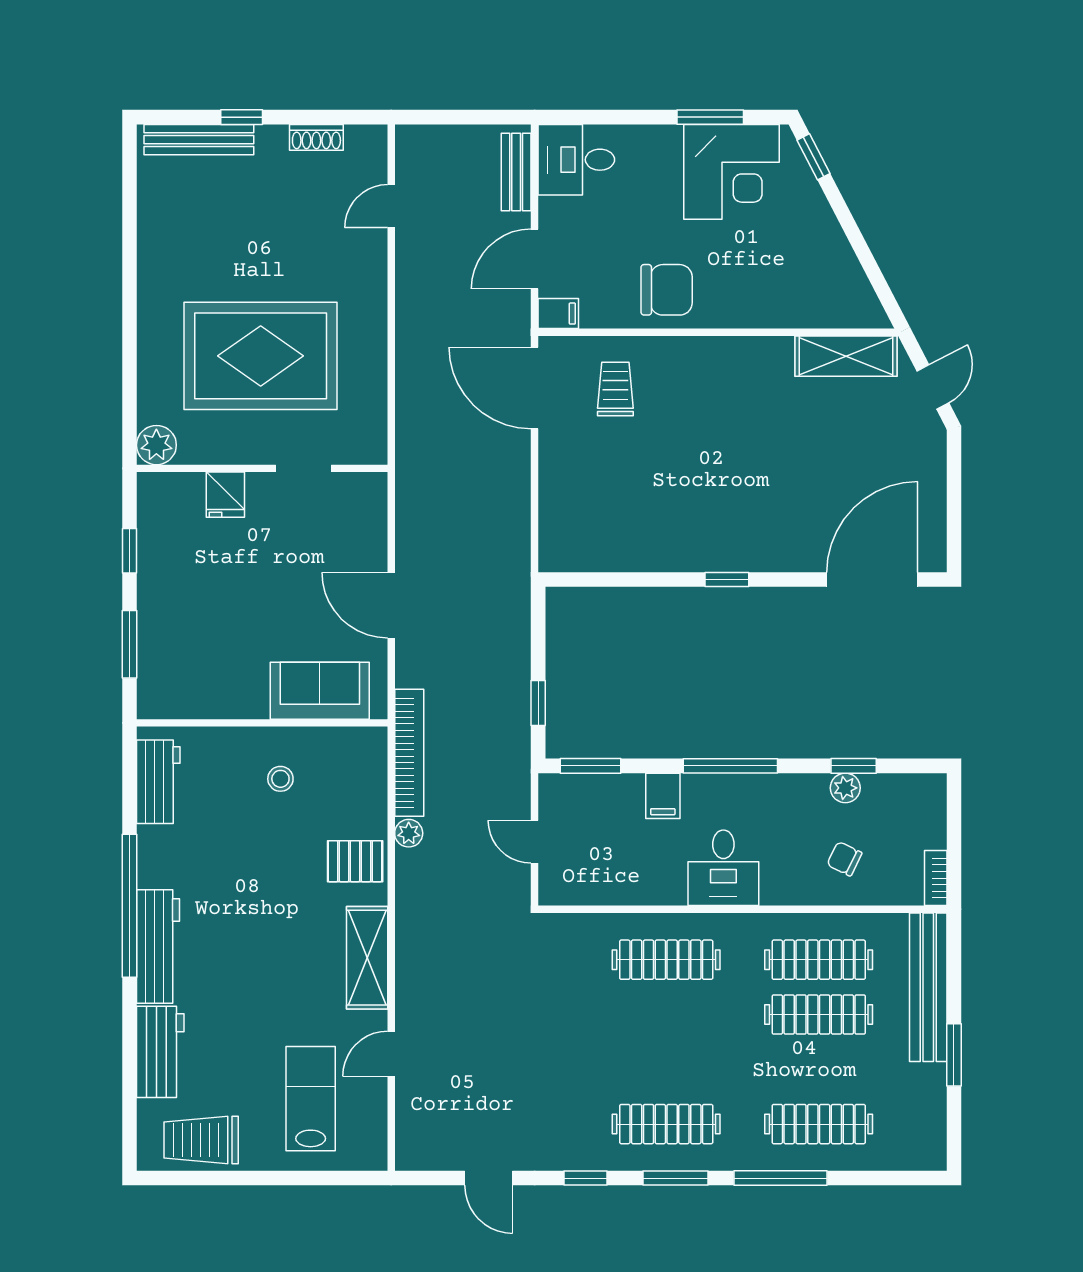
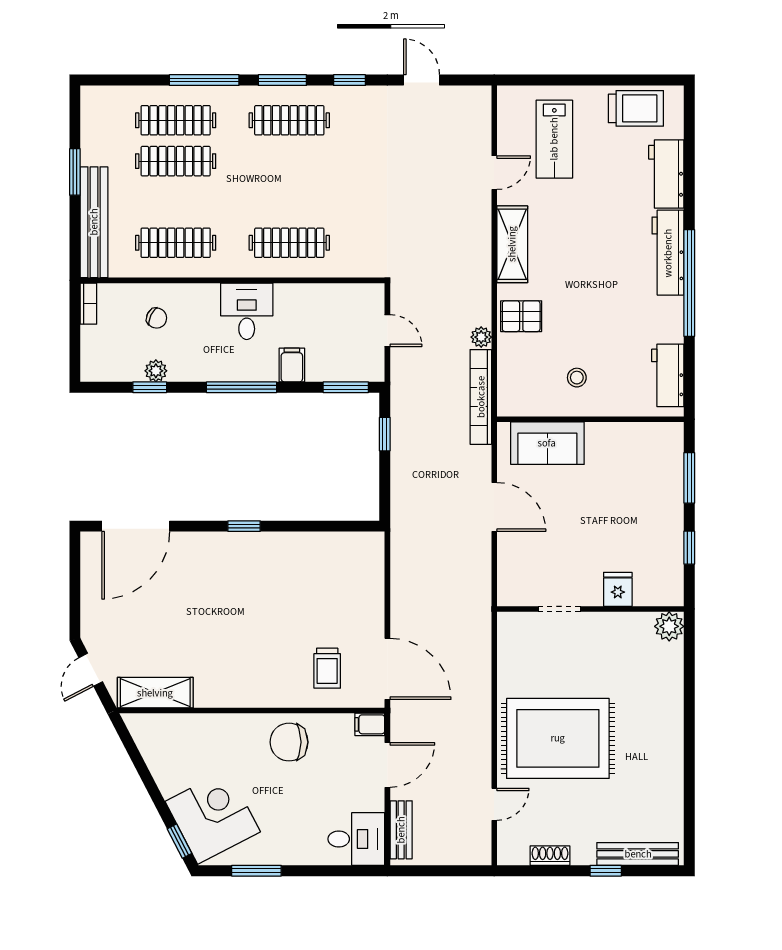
corner desk: (731, 172) -> (213, 817), moved, turned 63
rug: (261, 356) -> (558, 738), moved
clothes rail: (819, 1014) -> (176, 161), moved

